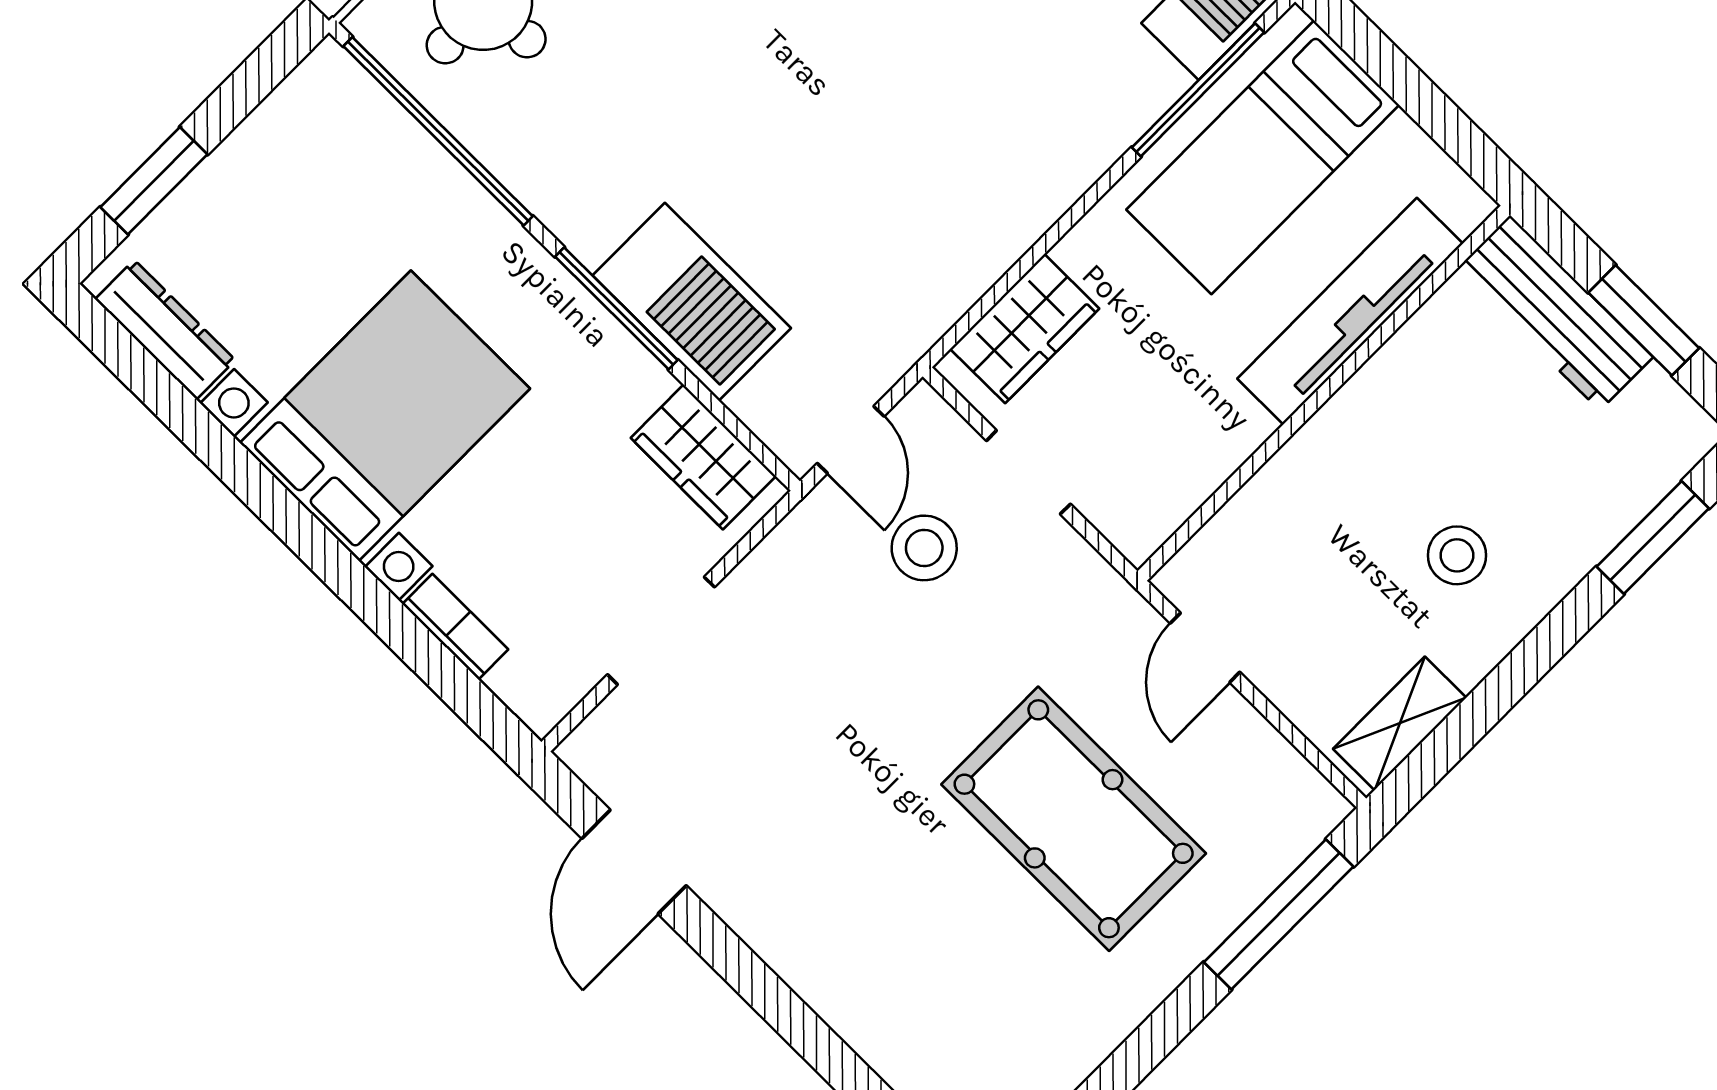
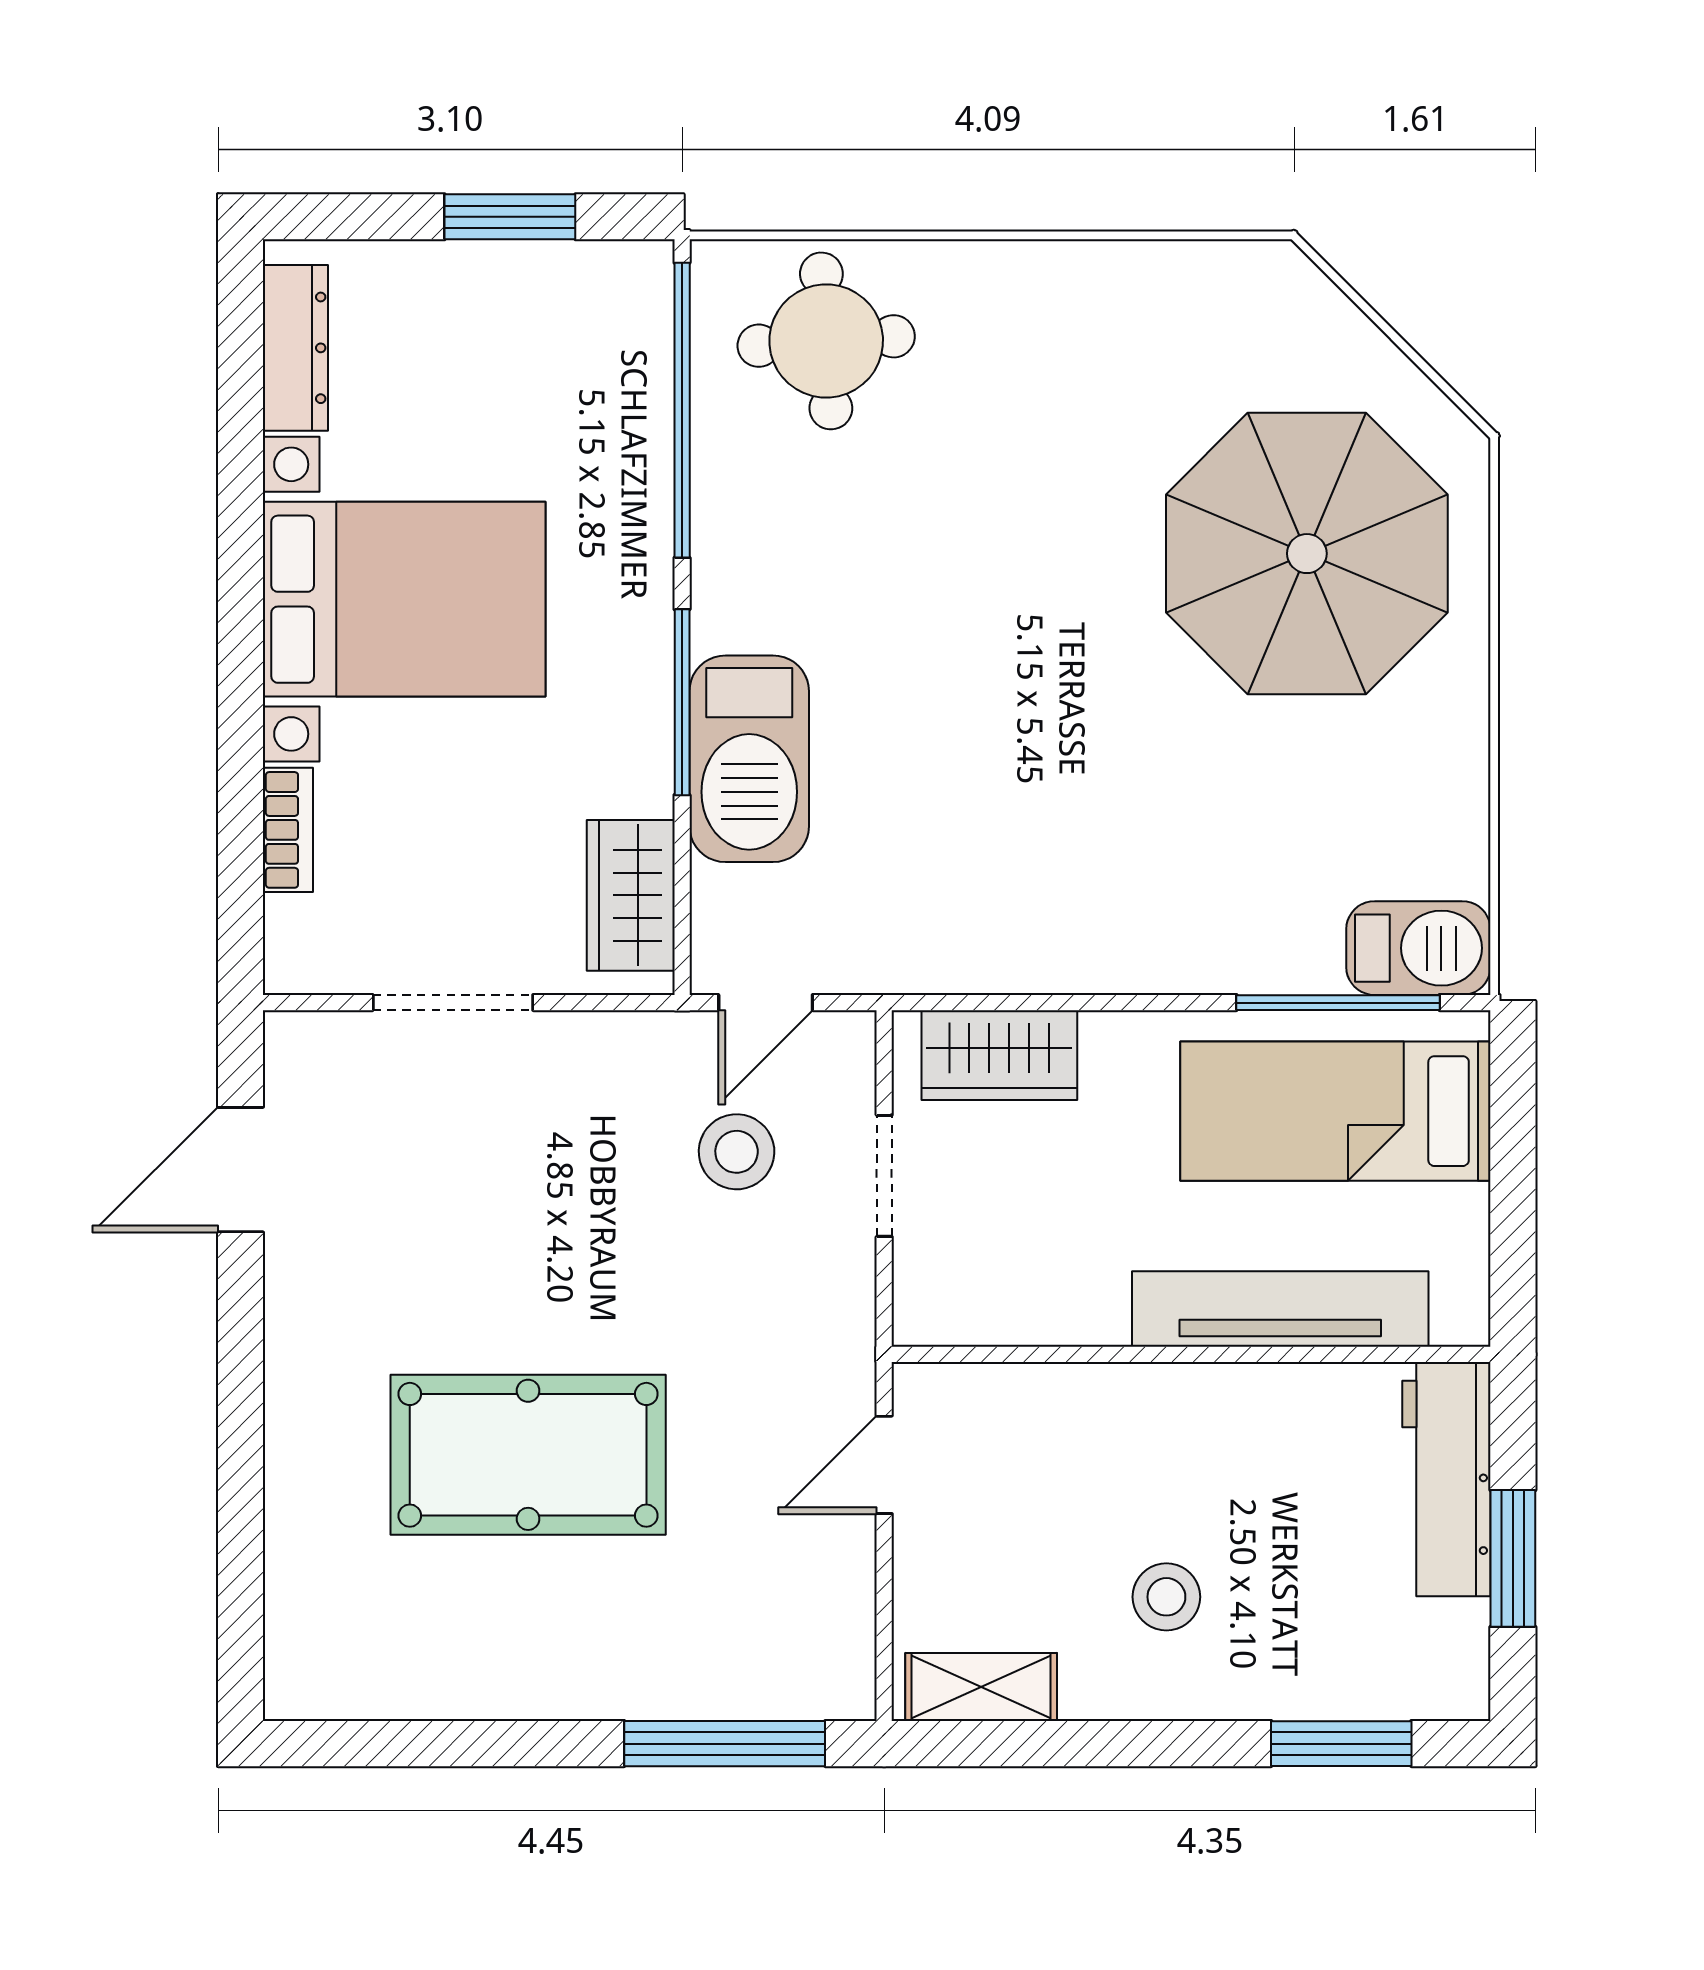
window: (154, 181) -> (510, 217), moved
pool table: (1074, 819) -> (528, 1455), moved, turned 90

